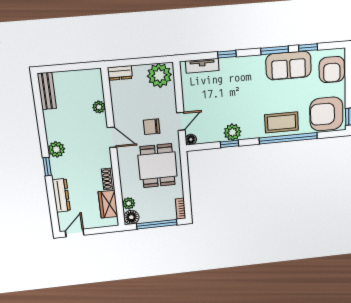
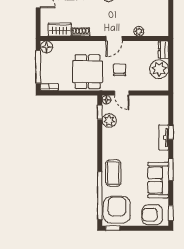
window: (308, 48) -> (171, 213), moved
tv unit: (202, 66) -> (164, 138), moved
plant: (159, 75) -> (159, 69), moved
plant: (232, 132) -> (109, 121), moved
window: (288, 138) -> (100, 196), moved
window: (229, 144) -> (100, 112), moved
dining table: (158, 166) -> (88, 72), turned 90
plant: (129, 203) -> (59, 46), removed

